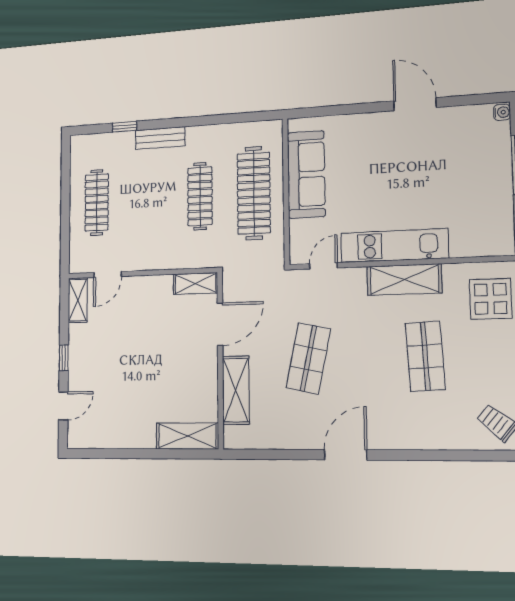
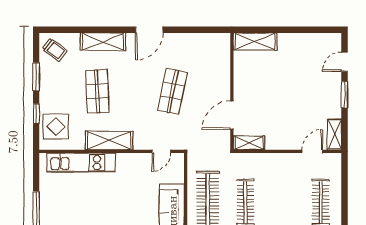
kitchen unit: (394, 246) -> (81, 163), moved
window: (64, 358) -> (344, 95), width x1.50
shelving: (236, 390) -> (103, 42), moved, turned 90

